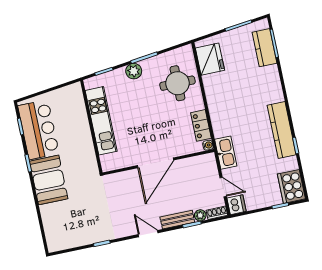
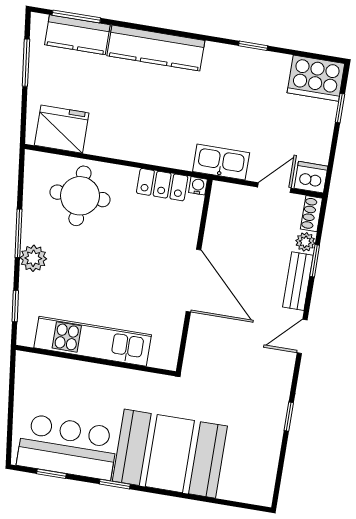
kitchen counter: (282, 130) -> (156, 48), moved
booth: (49, 180) -> (170, 454), width x1.36, depth x1.42

